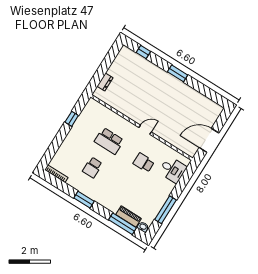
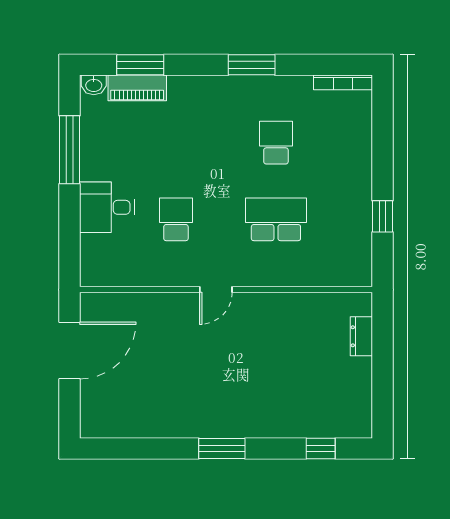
school desk: (144, 163) -> (176, 219), turned -90
desk: (173, 170) -> (107, 207), moved
window: (123, 224) -> (140, 65), width x0.69

